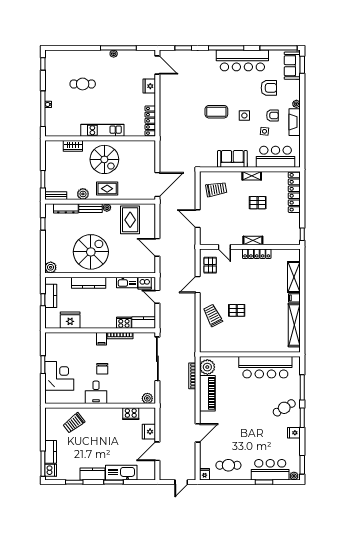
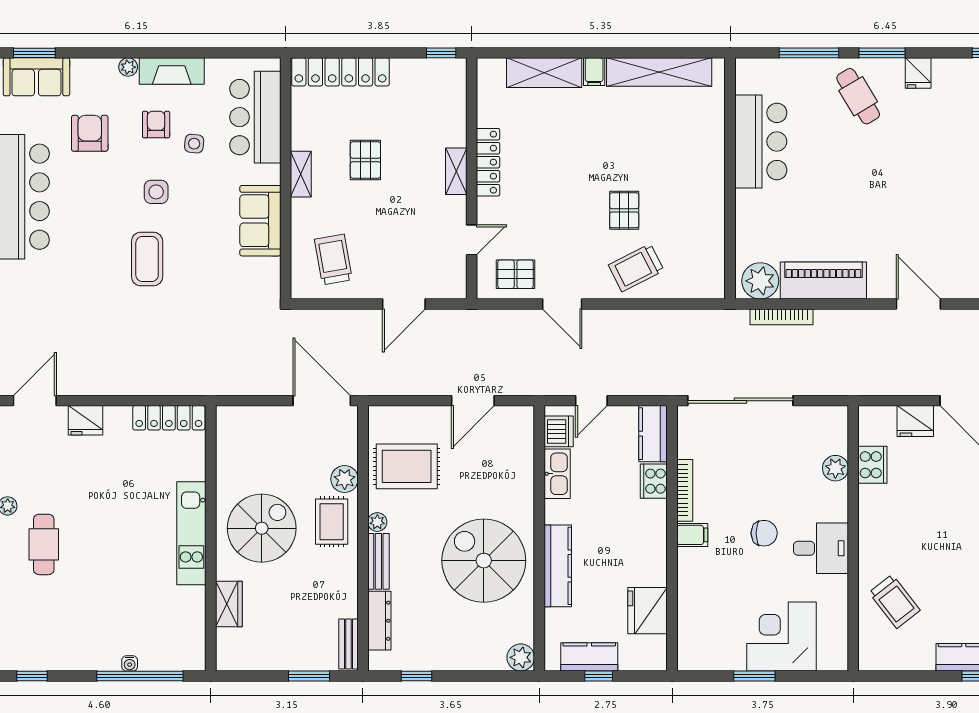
cafe table: (83, 84) -> (44, 544), moved
plant: (83, 194) -> (345, 479), moved
bar counter: (265, 367) -> (761, 141), width x0.73
plant: (147, 398) -> (835, 468), moved

